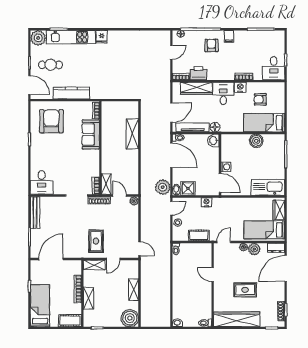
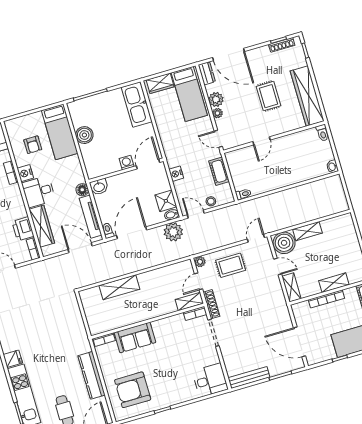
rug: (96, 241) -> (231, 265), moved
boiler: (130, 318) -> (284, 243), moved

